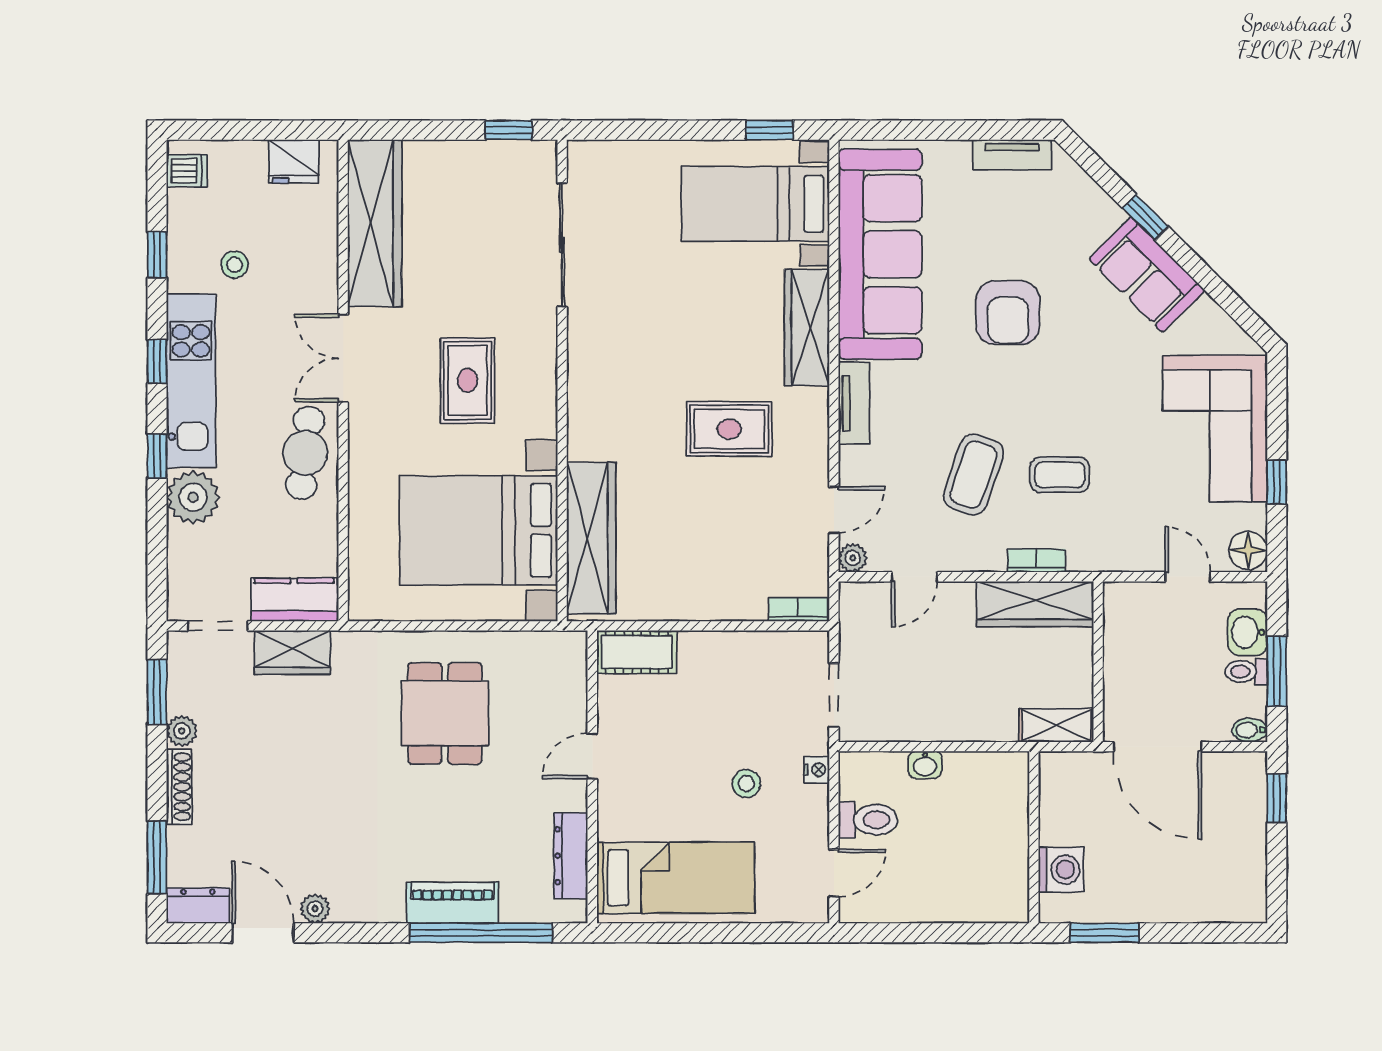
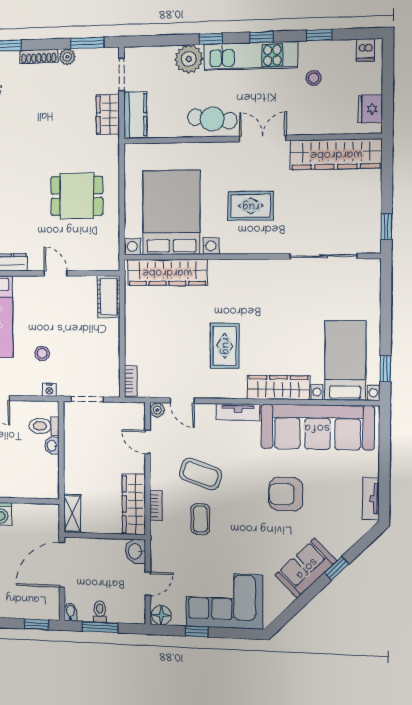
washbasin: (1248, 632) -> (135, 551), moved, turned -90
toilet: (868, 820) -> (44, 426), moved, turned 90

